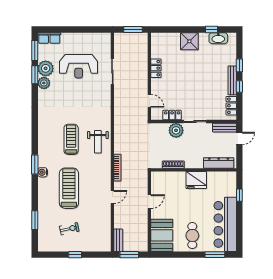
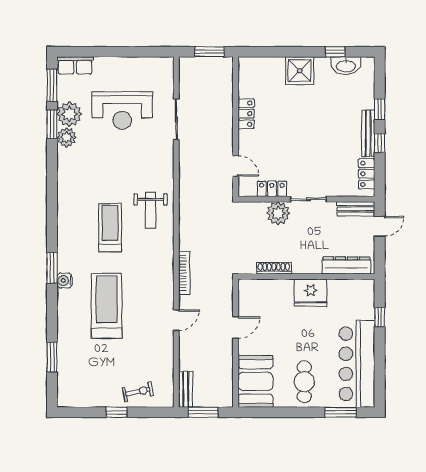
weight bench: (98, 142) -> (151, 210), moved
exercise bike: (69, 229) -> (138, 392), moved

